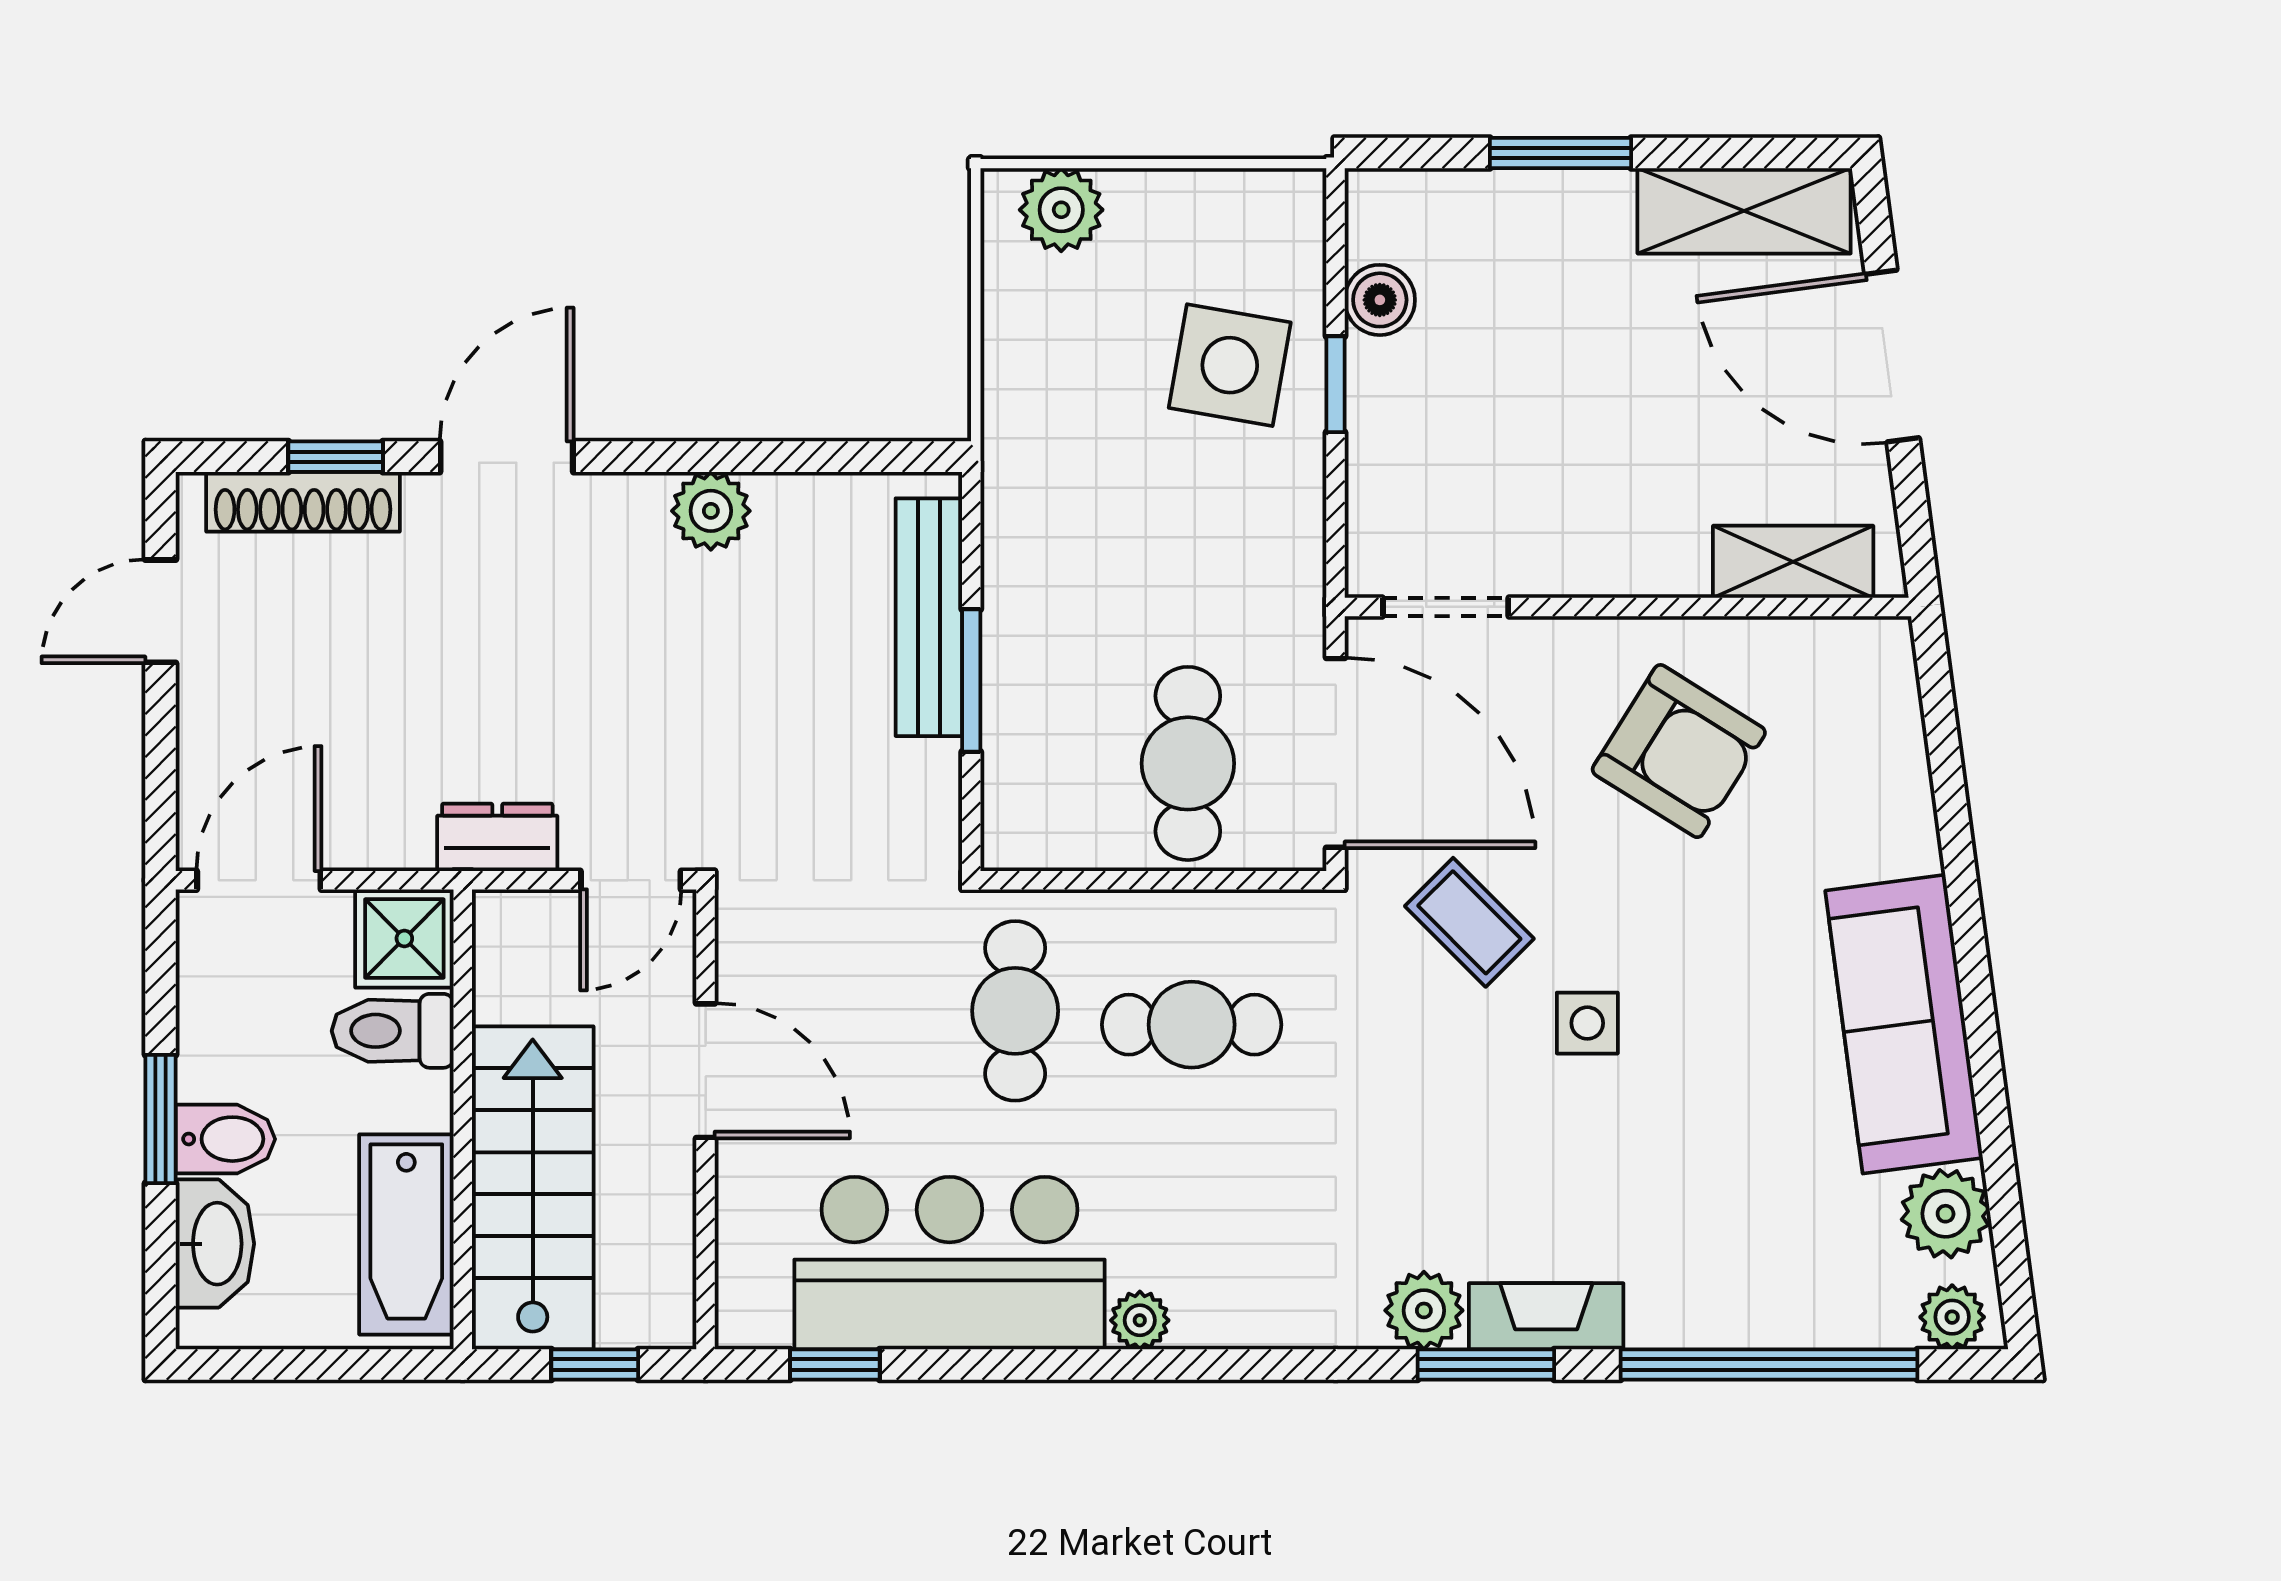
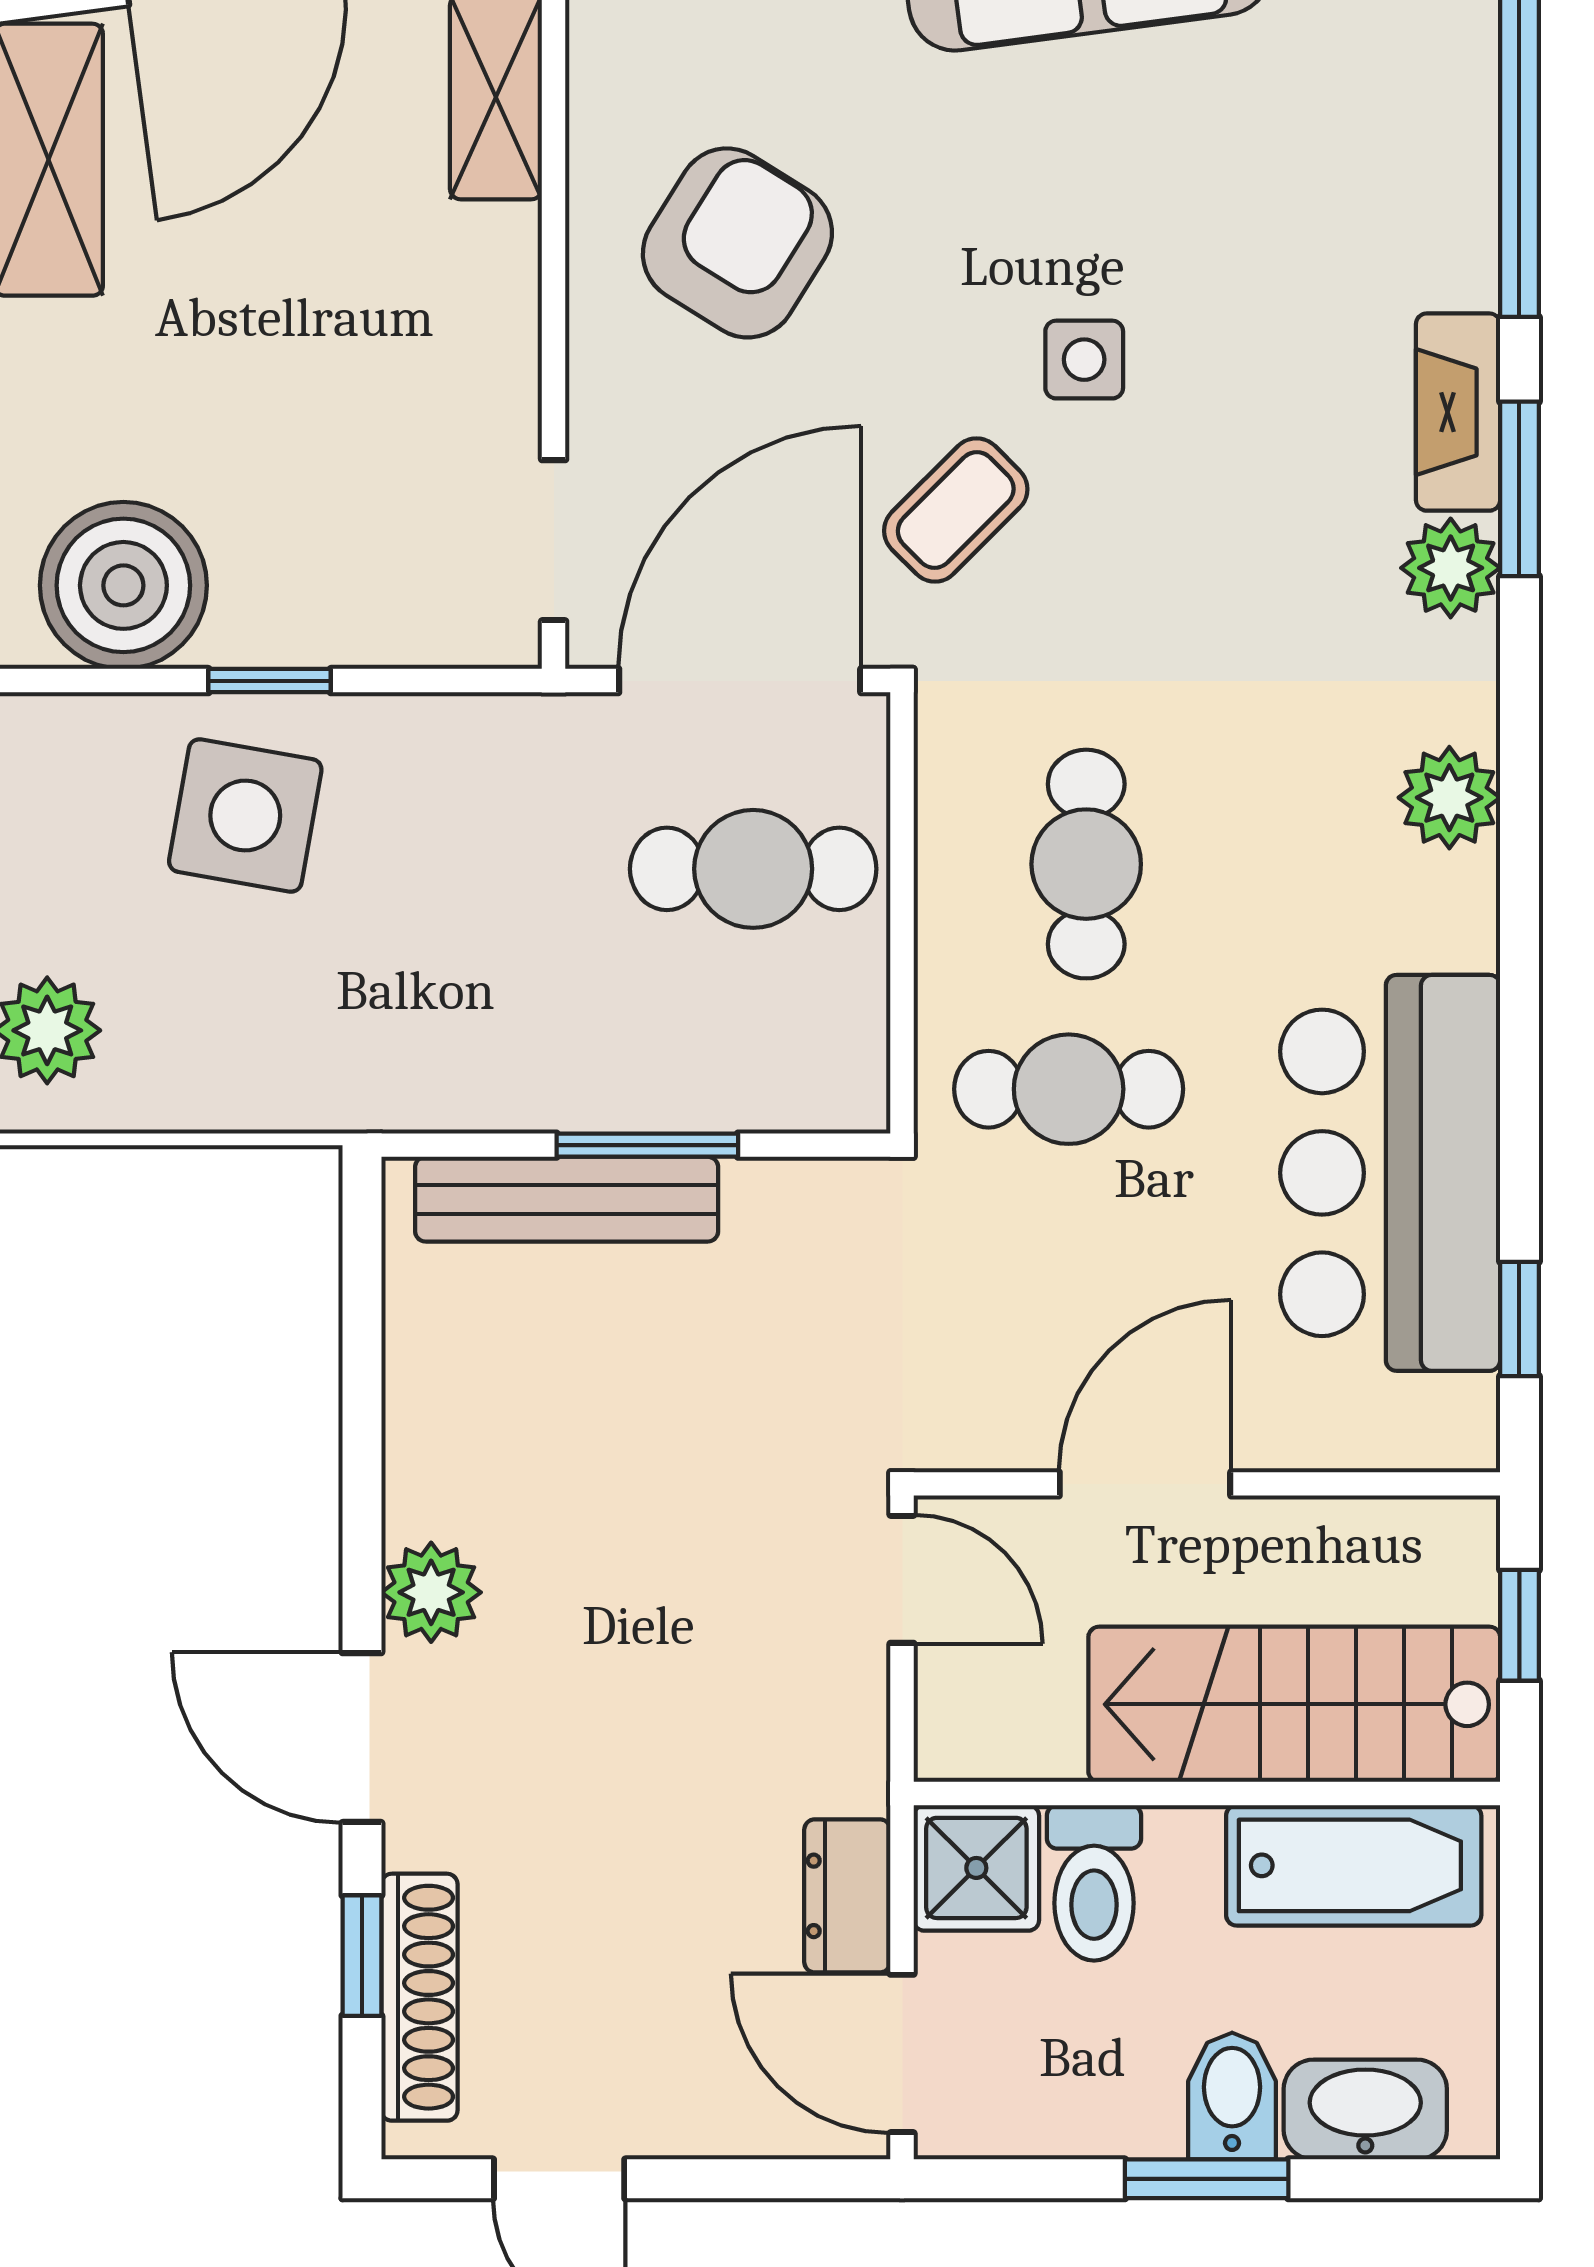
boiler: (1380, 300) -> (123, 585), width x1.86, depth x1.86
plant: (711, 511) -> (431, 1592), moved
dresser: (497, 837) -> (847, 1896), moved
plant: (1140, 1320) -> (1449, 798), moved, width x1.38, depth x1.38

